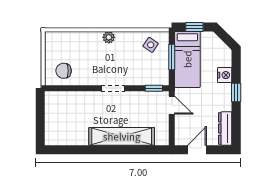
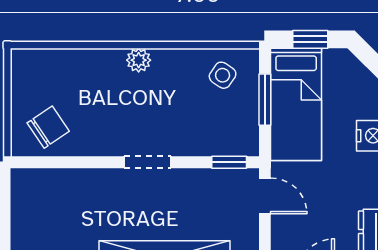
chair: (64, 71) -> (48, 127), turned 146

